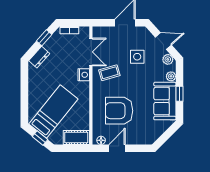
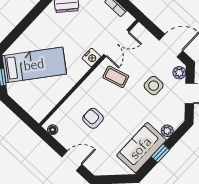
plant: (168, 59) -> (179, 73), moved
armchair: (119, 111) -> (93, 118), width x0.53, depth x0.53
cot: (76, 137) -> (33, 107), removed
door: (117, 148) -> (72, 161), moved

